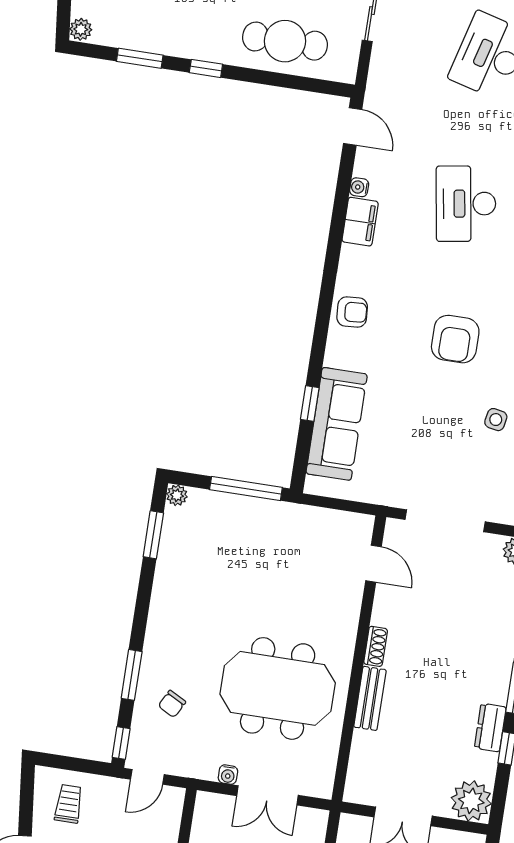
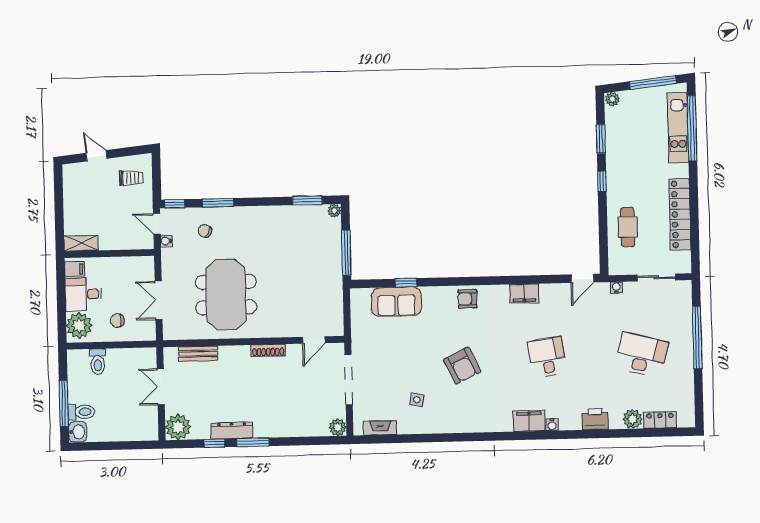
cafe table: (285, 41) -> (628, 227), width x0.73, depth x0.74
water cooler: (359, 187) -> (616, 287), moved
desk: (466, 204) -> (547, 357), width x0.73
armchair: (352, 312) -> (467, 299), turned 94
armchair: (455, 339) -> (462, 366), turned -116
sofa: (337, 424) -> (396, 302), width x0.73
shoe rack: (376, 646) -> (268, 350), width x1.43
bench: (370, 698) -> (198, 354), moved
dresser: (490, 728) -> (232, 430), width x1.44
water cooler: (228, 775) -> (166, 241), moved

